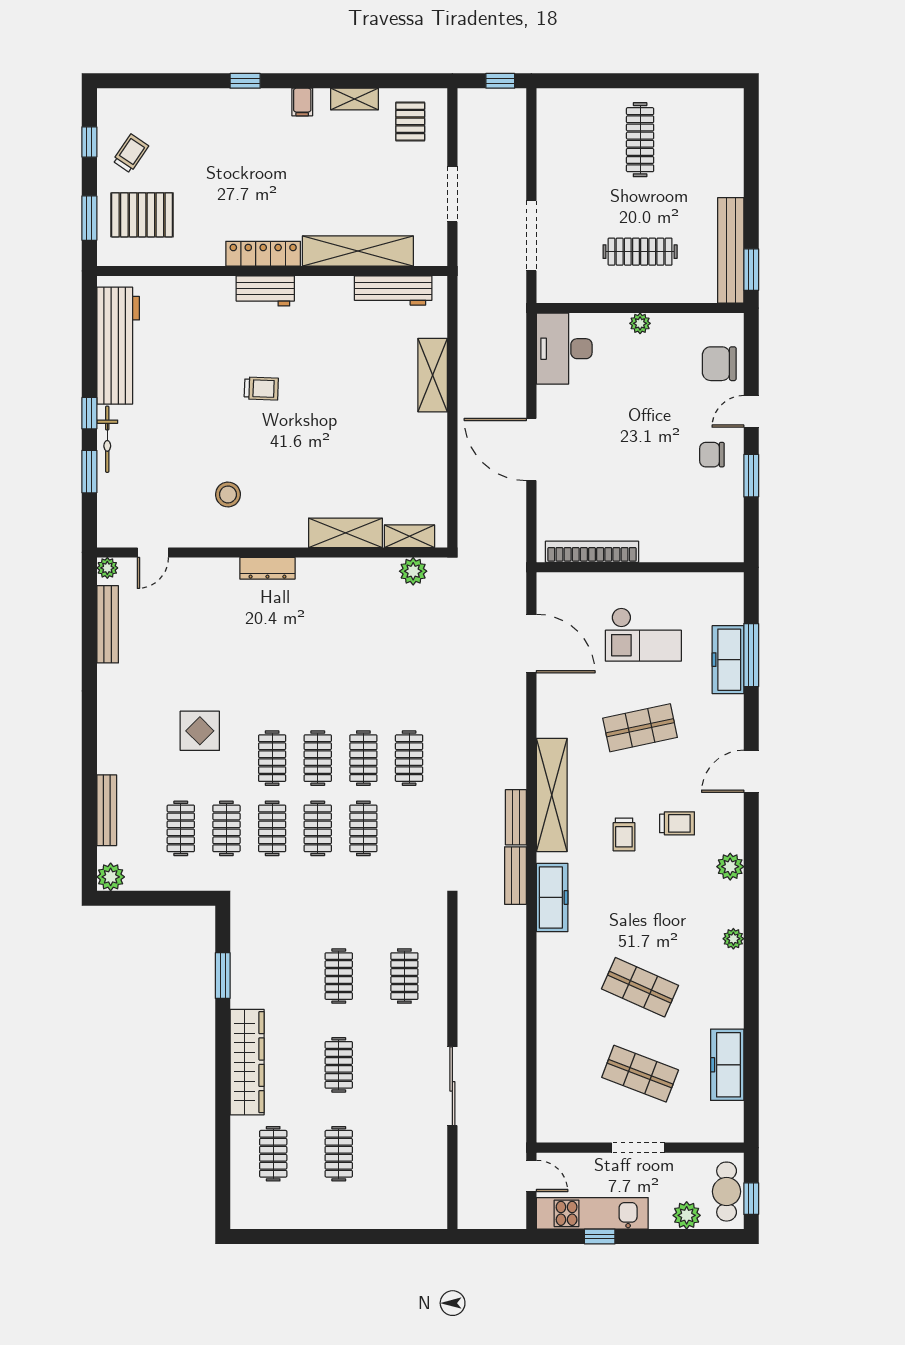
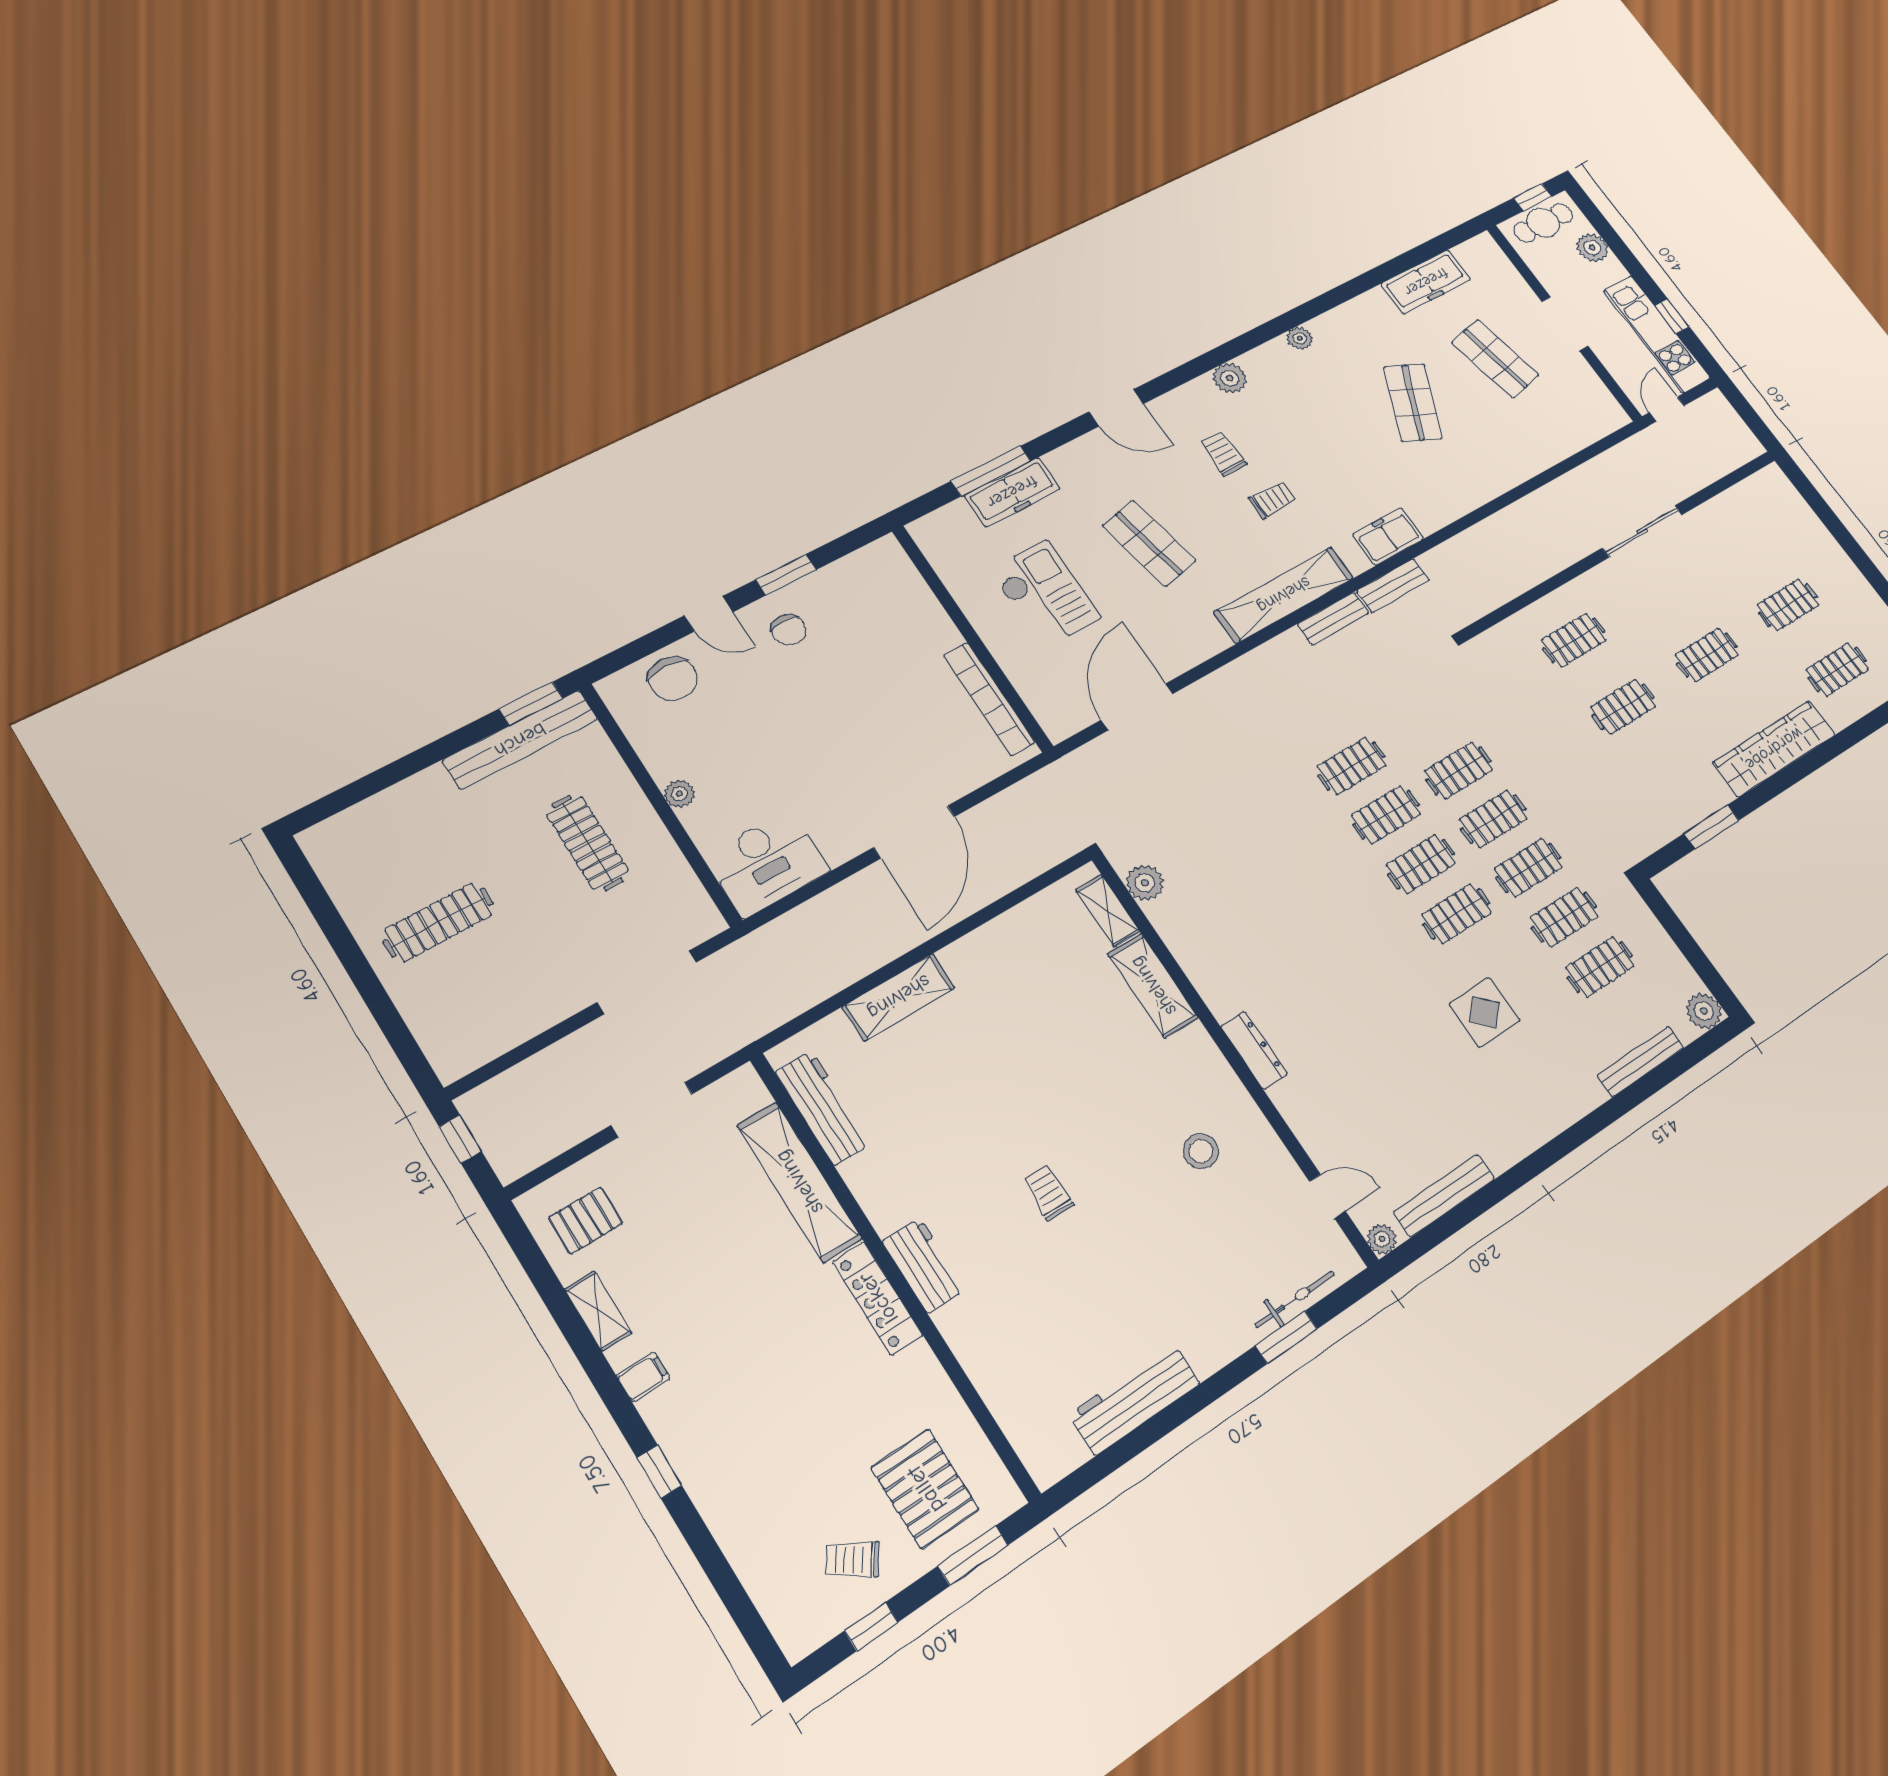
workbench: (118, 346) -> (1135, 1399), width x0.73, depth x0.76
window: (89, 413) -> (1217, 1385), removed
bicycle: (107, 439) -> (1295, 1299), moved
freezer: (552, 897) -> (1388, 536), width x0.71
shop shelf: (640, 1074) -> (1495, 359), turned -33

